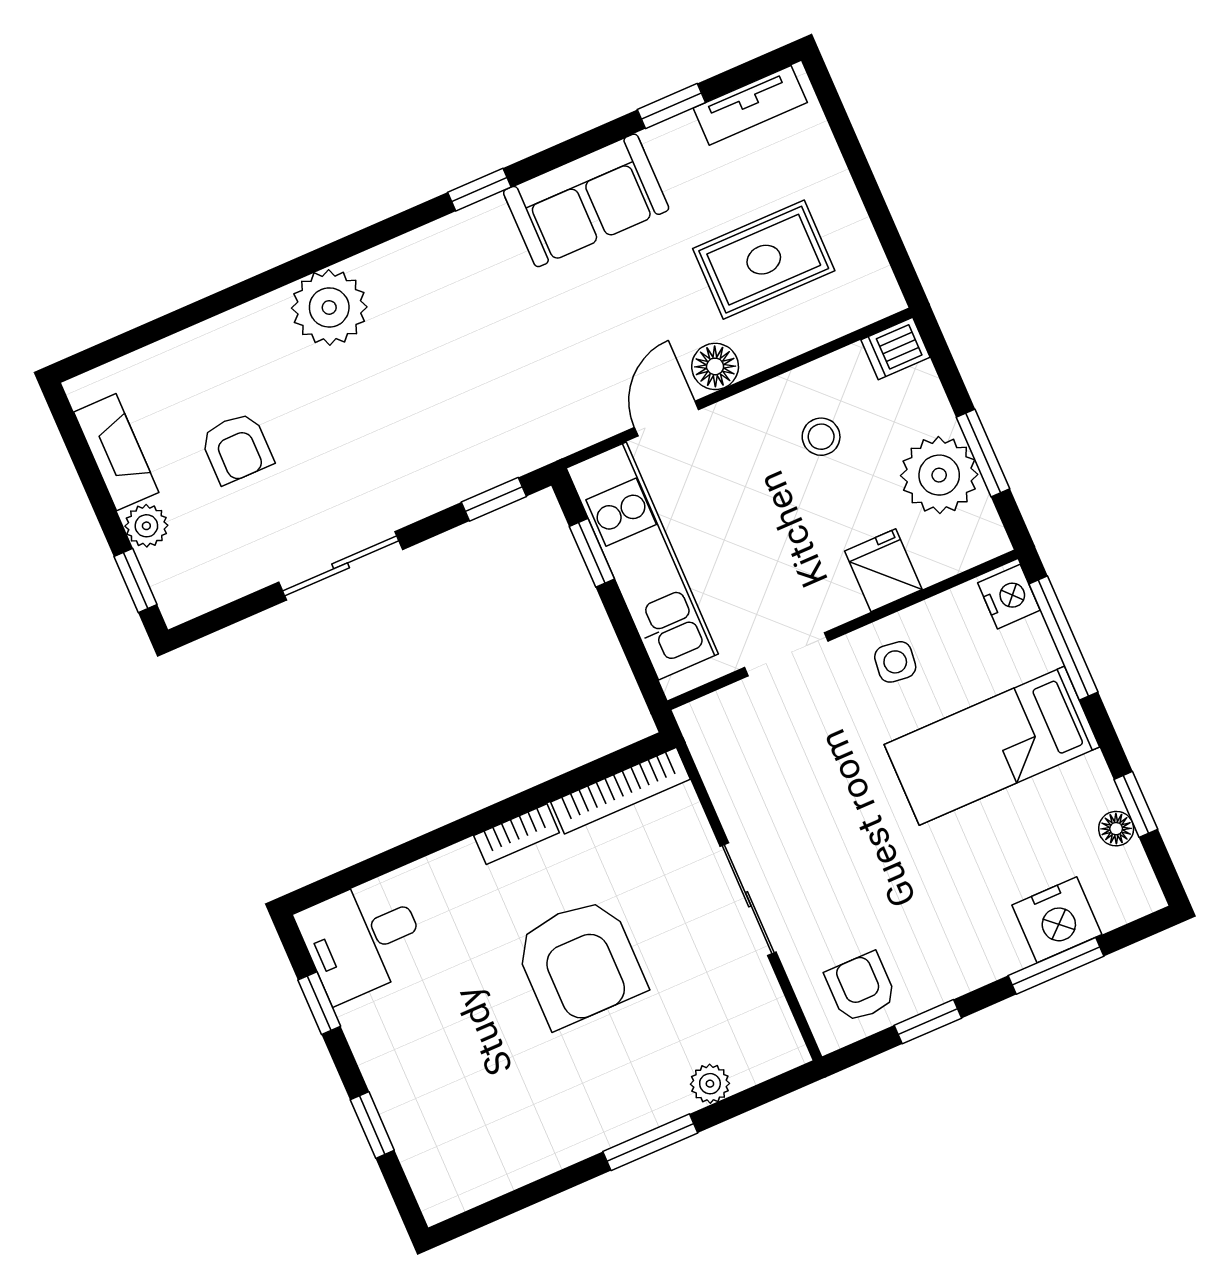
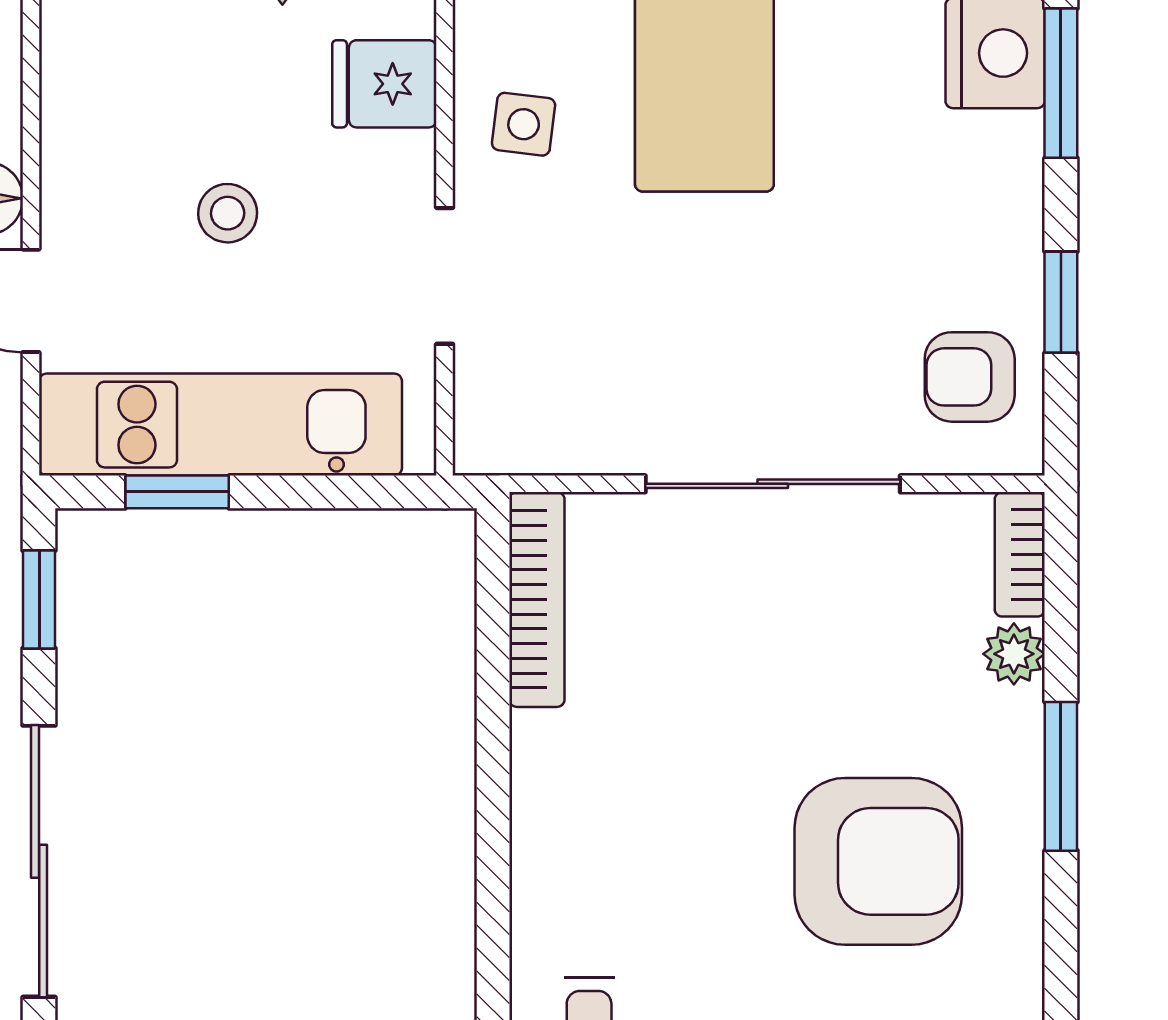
stool: (821, 437) -> (228, 213), moved
sliding door: (341, 566) -> (39, 861), width x1.37
bookcase: (517, 834) -> (1020, 554), moved, turned 180
sliding door: (748, 899) -> (773, 484), width x1.37
armchair: (580, 962) -> (878, 861), moved

